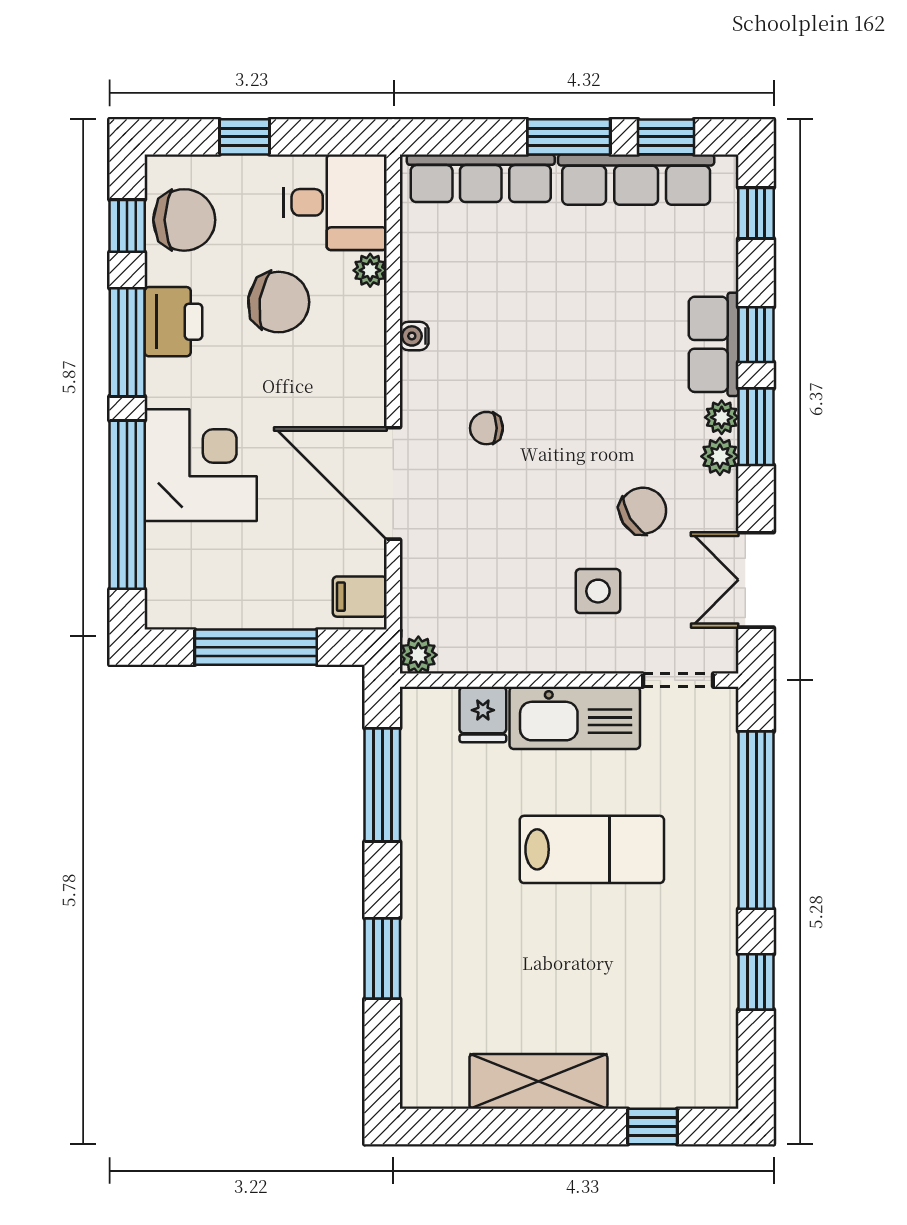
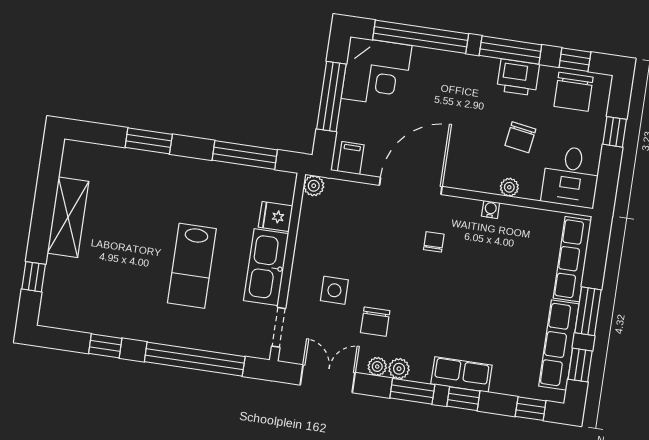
plant: (370, 270) -> (509, 187), moved
chair: (279, 302) -> (520, 137), width x0.73, depth x0.73
plant: (722, 417) -> (377, 367), moved
corner desk: (201, 465) -> (377, 72), moved
chair: (643, 511) -> (375, 322), turned 32

